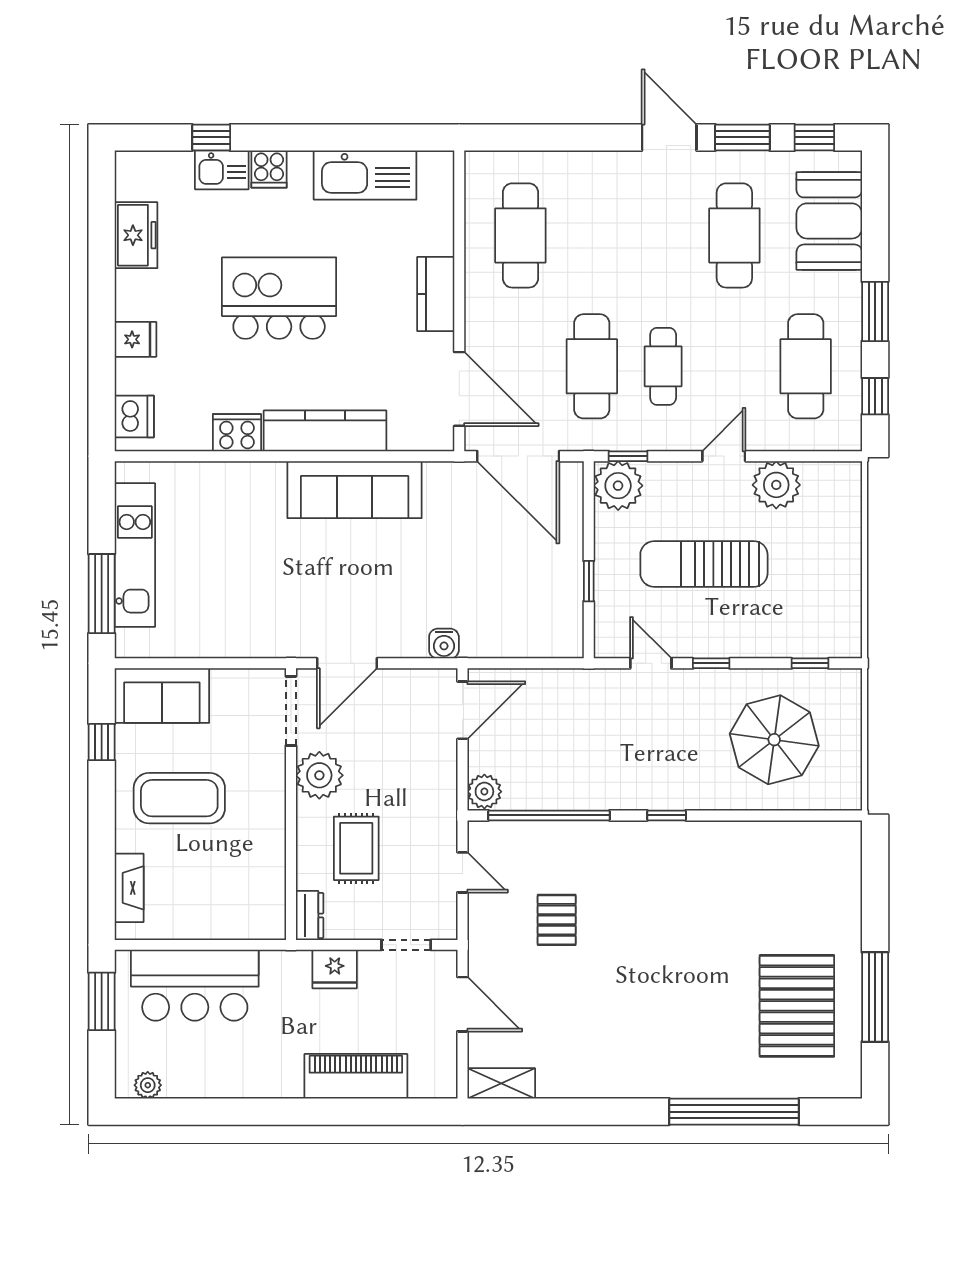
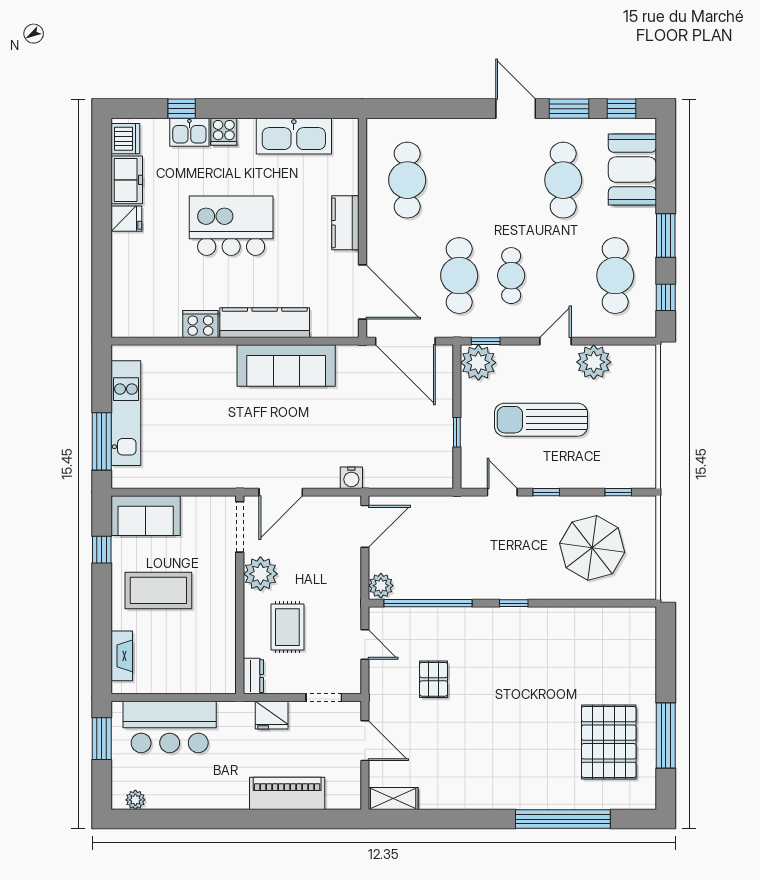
fridge: (135, 339) -> (126, 219), moved
dishwasher: (134, 416) -> (125, 139), moved

